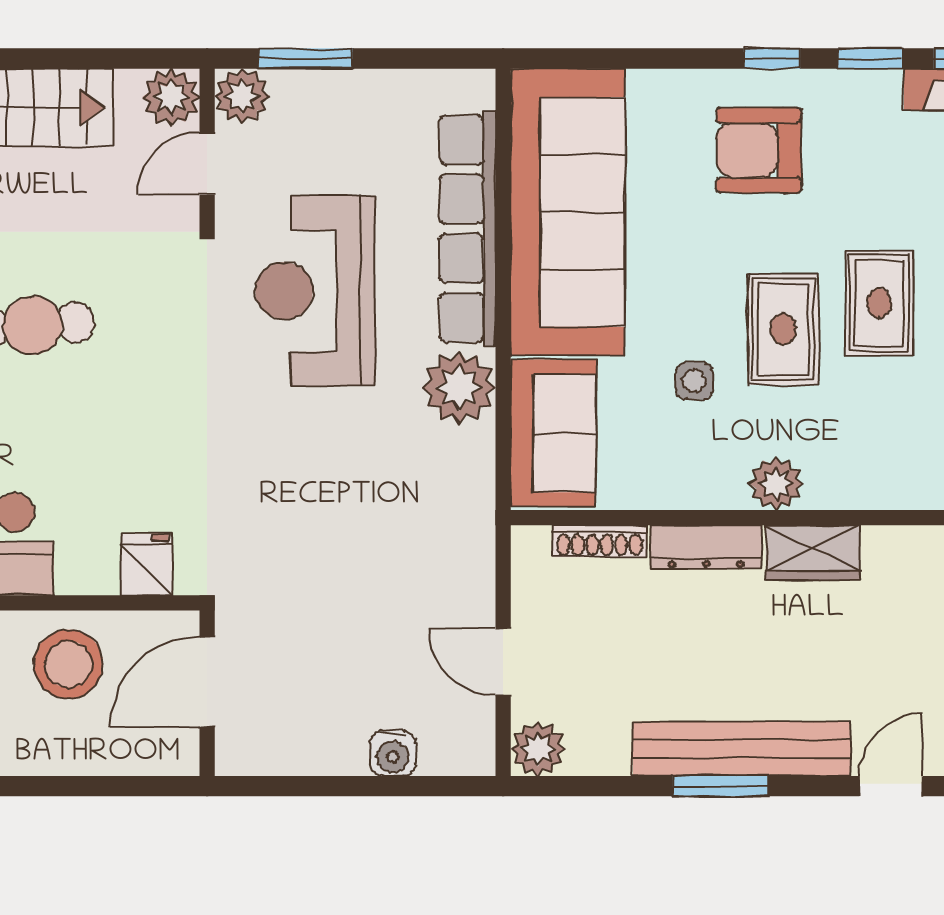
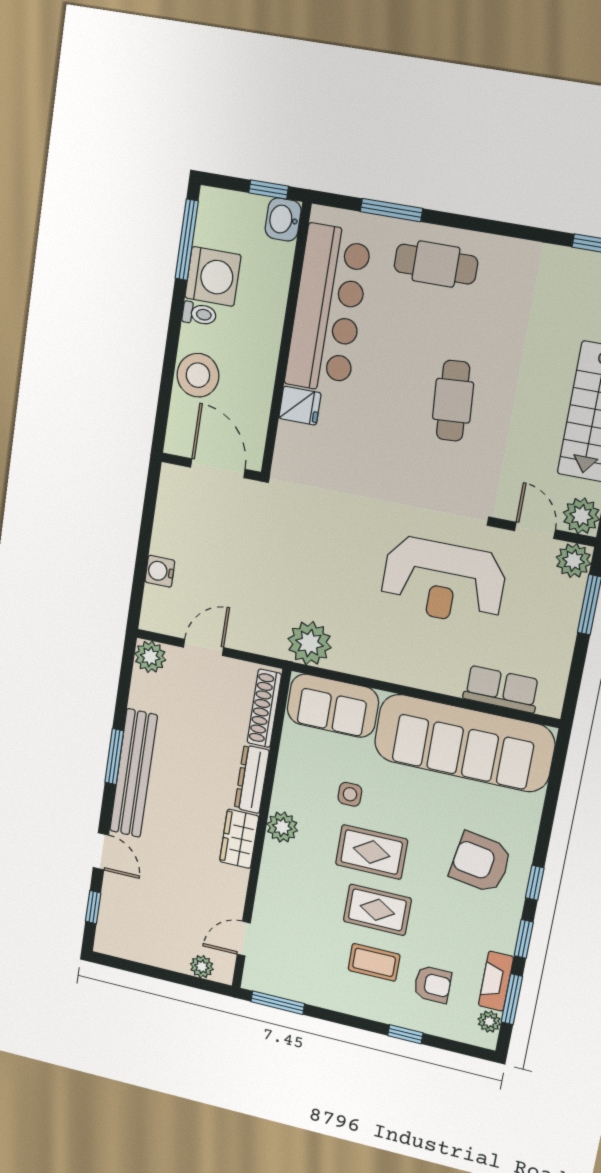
armchair: (759, 150) -> (481, 863), turned -81
row of seats: (468, 229) -> (501, 689), width x0.50
reception desk: (315, 291) -> (443, 581), turned 180
plant: (459, 387) -> (310, 643), moved
shoe rack: (599, 541) -> (264, 708), width x1.36, depth x1.24
fridge: (147, 564) -> (300, 406), moved
stool: (68, 664) -> (198, 375), moved

